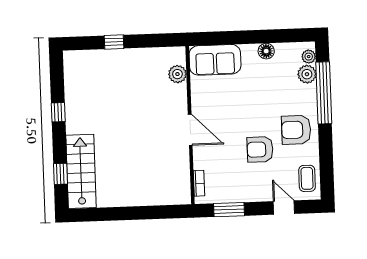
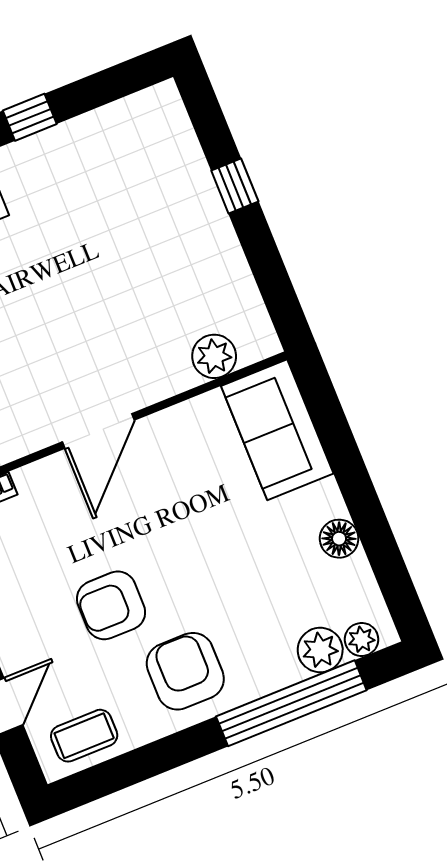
armchair: (260, 149) -> (111, 605), turned -90

